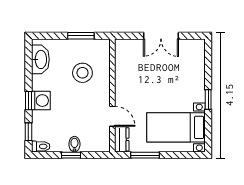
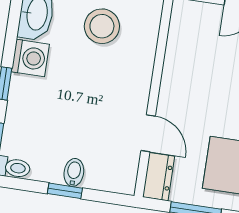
stool: (82, 73) -> (102, 26), moved
washing machine: (41, 101) -> (30, 58), moved

